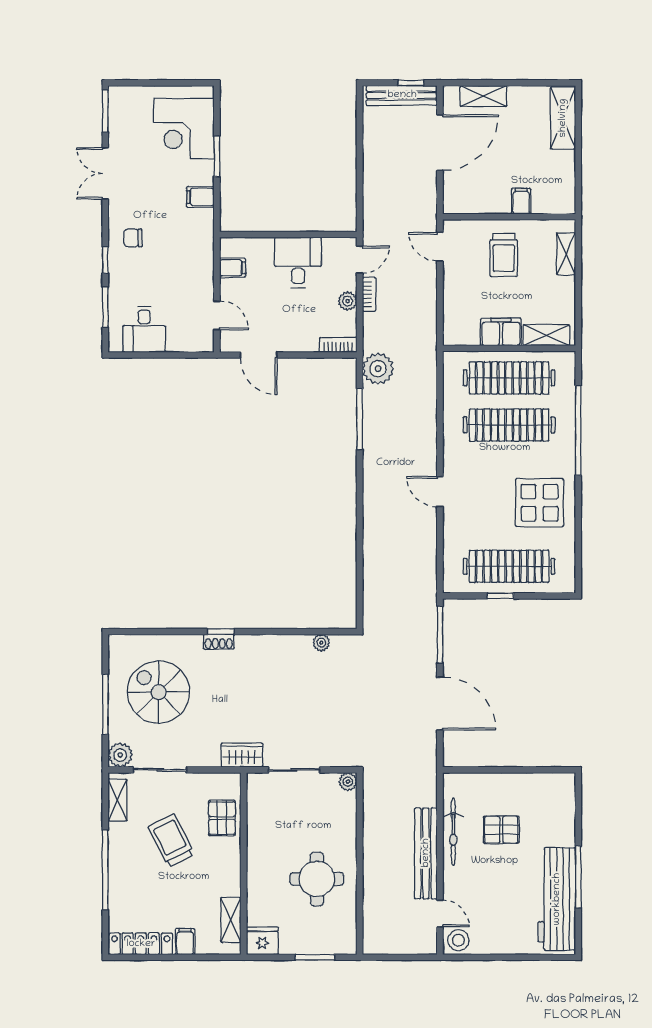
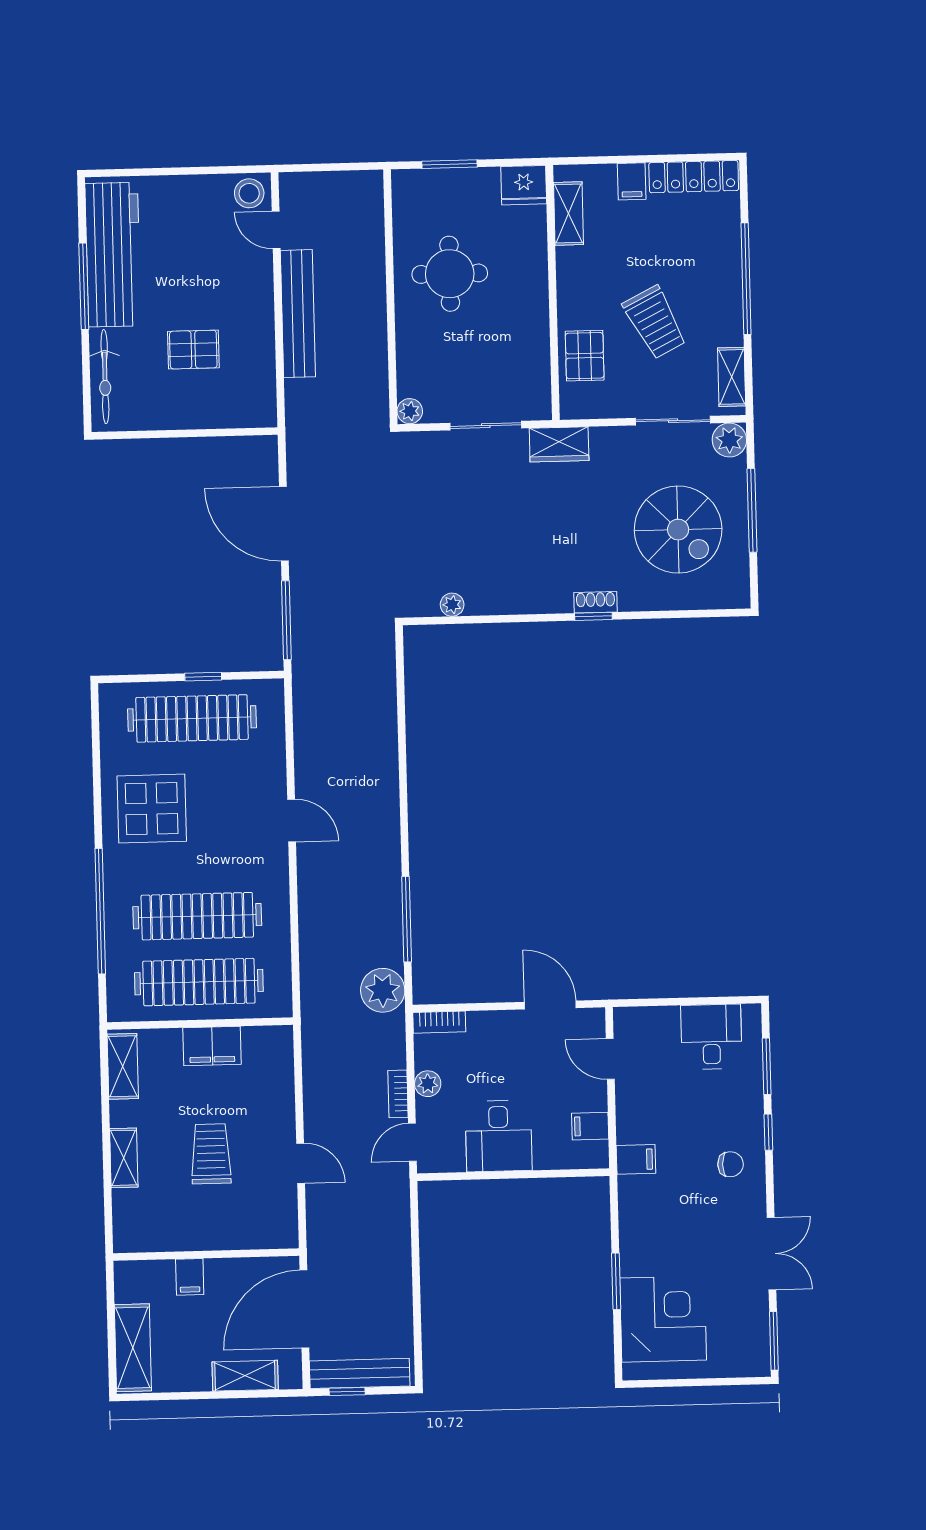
filing cabinet: (200, 197) -> (636, 1159), moved
filing cabinet: (521, 201) -> (190, 1277), moved
wall: (509, 217) -> (206, 1255), moved
shelving: (546, 335) -> (123, 1066), moved, turned 90
bicycle: (453, 832) -> (105, 377), moved, turned 180

